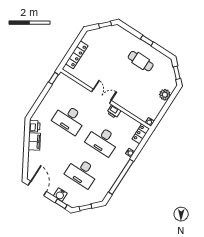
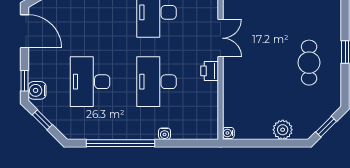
locker: (141, 134) -> (202, 131), removed
door: (37, 188) -> (25, 31), hinge flipped
water cooler: (60, 195) -> (37, 90), moved

